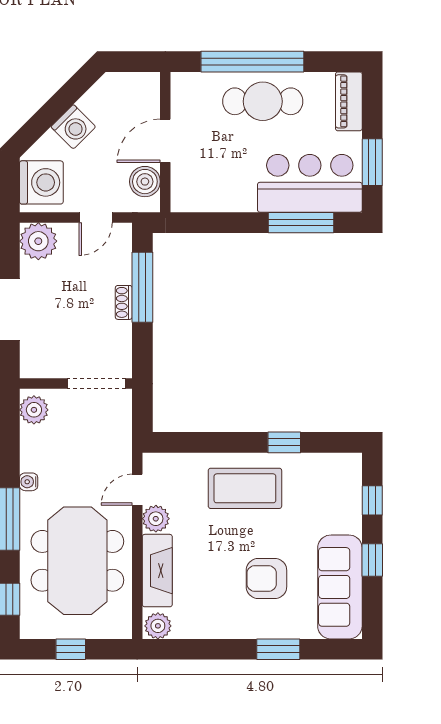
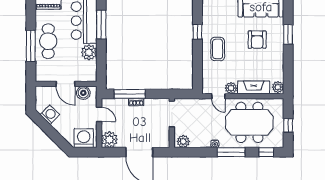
window: (252, 62) -> (31, 46), width x0.68
washing machine: (73, 127) -> (50, 115), moved
plant: (237, 194) -> (89, 52), added
coffee table: (245, 488) -> (218, 49), width x0.73, depth x0.76

